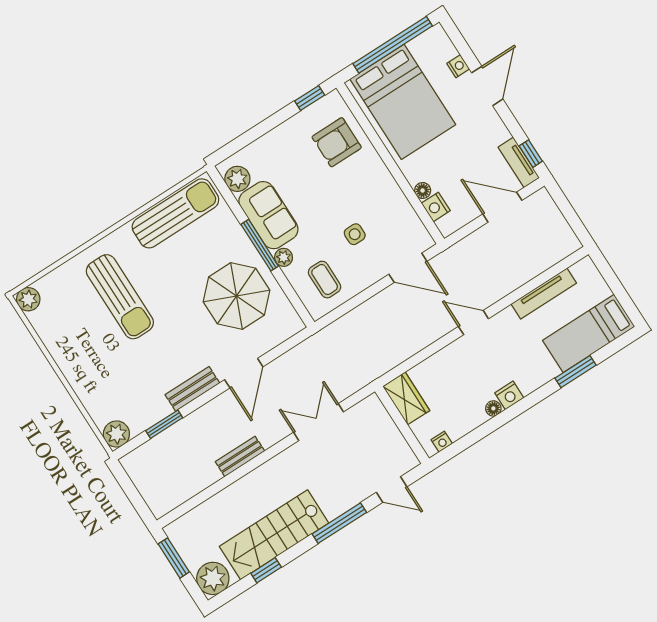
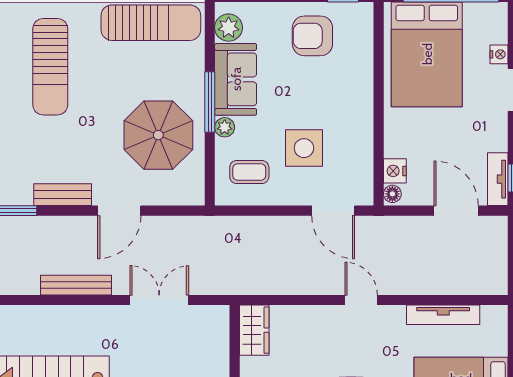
armchair: (337, 142) -> (312, 36), moved
floor lamp: (423, 191) -> (392, 194), moved
side table: (355, 234) -> (304, 148), width x1.87, depth x1.87
coffee table: (325, 280) -> (249, 172), turned 90
bench: (240, 456) -> (76, 285), width x1.36

